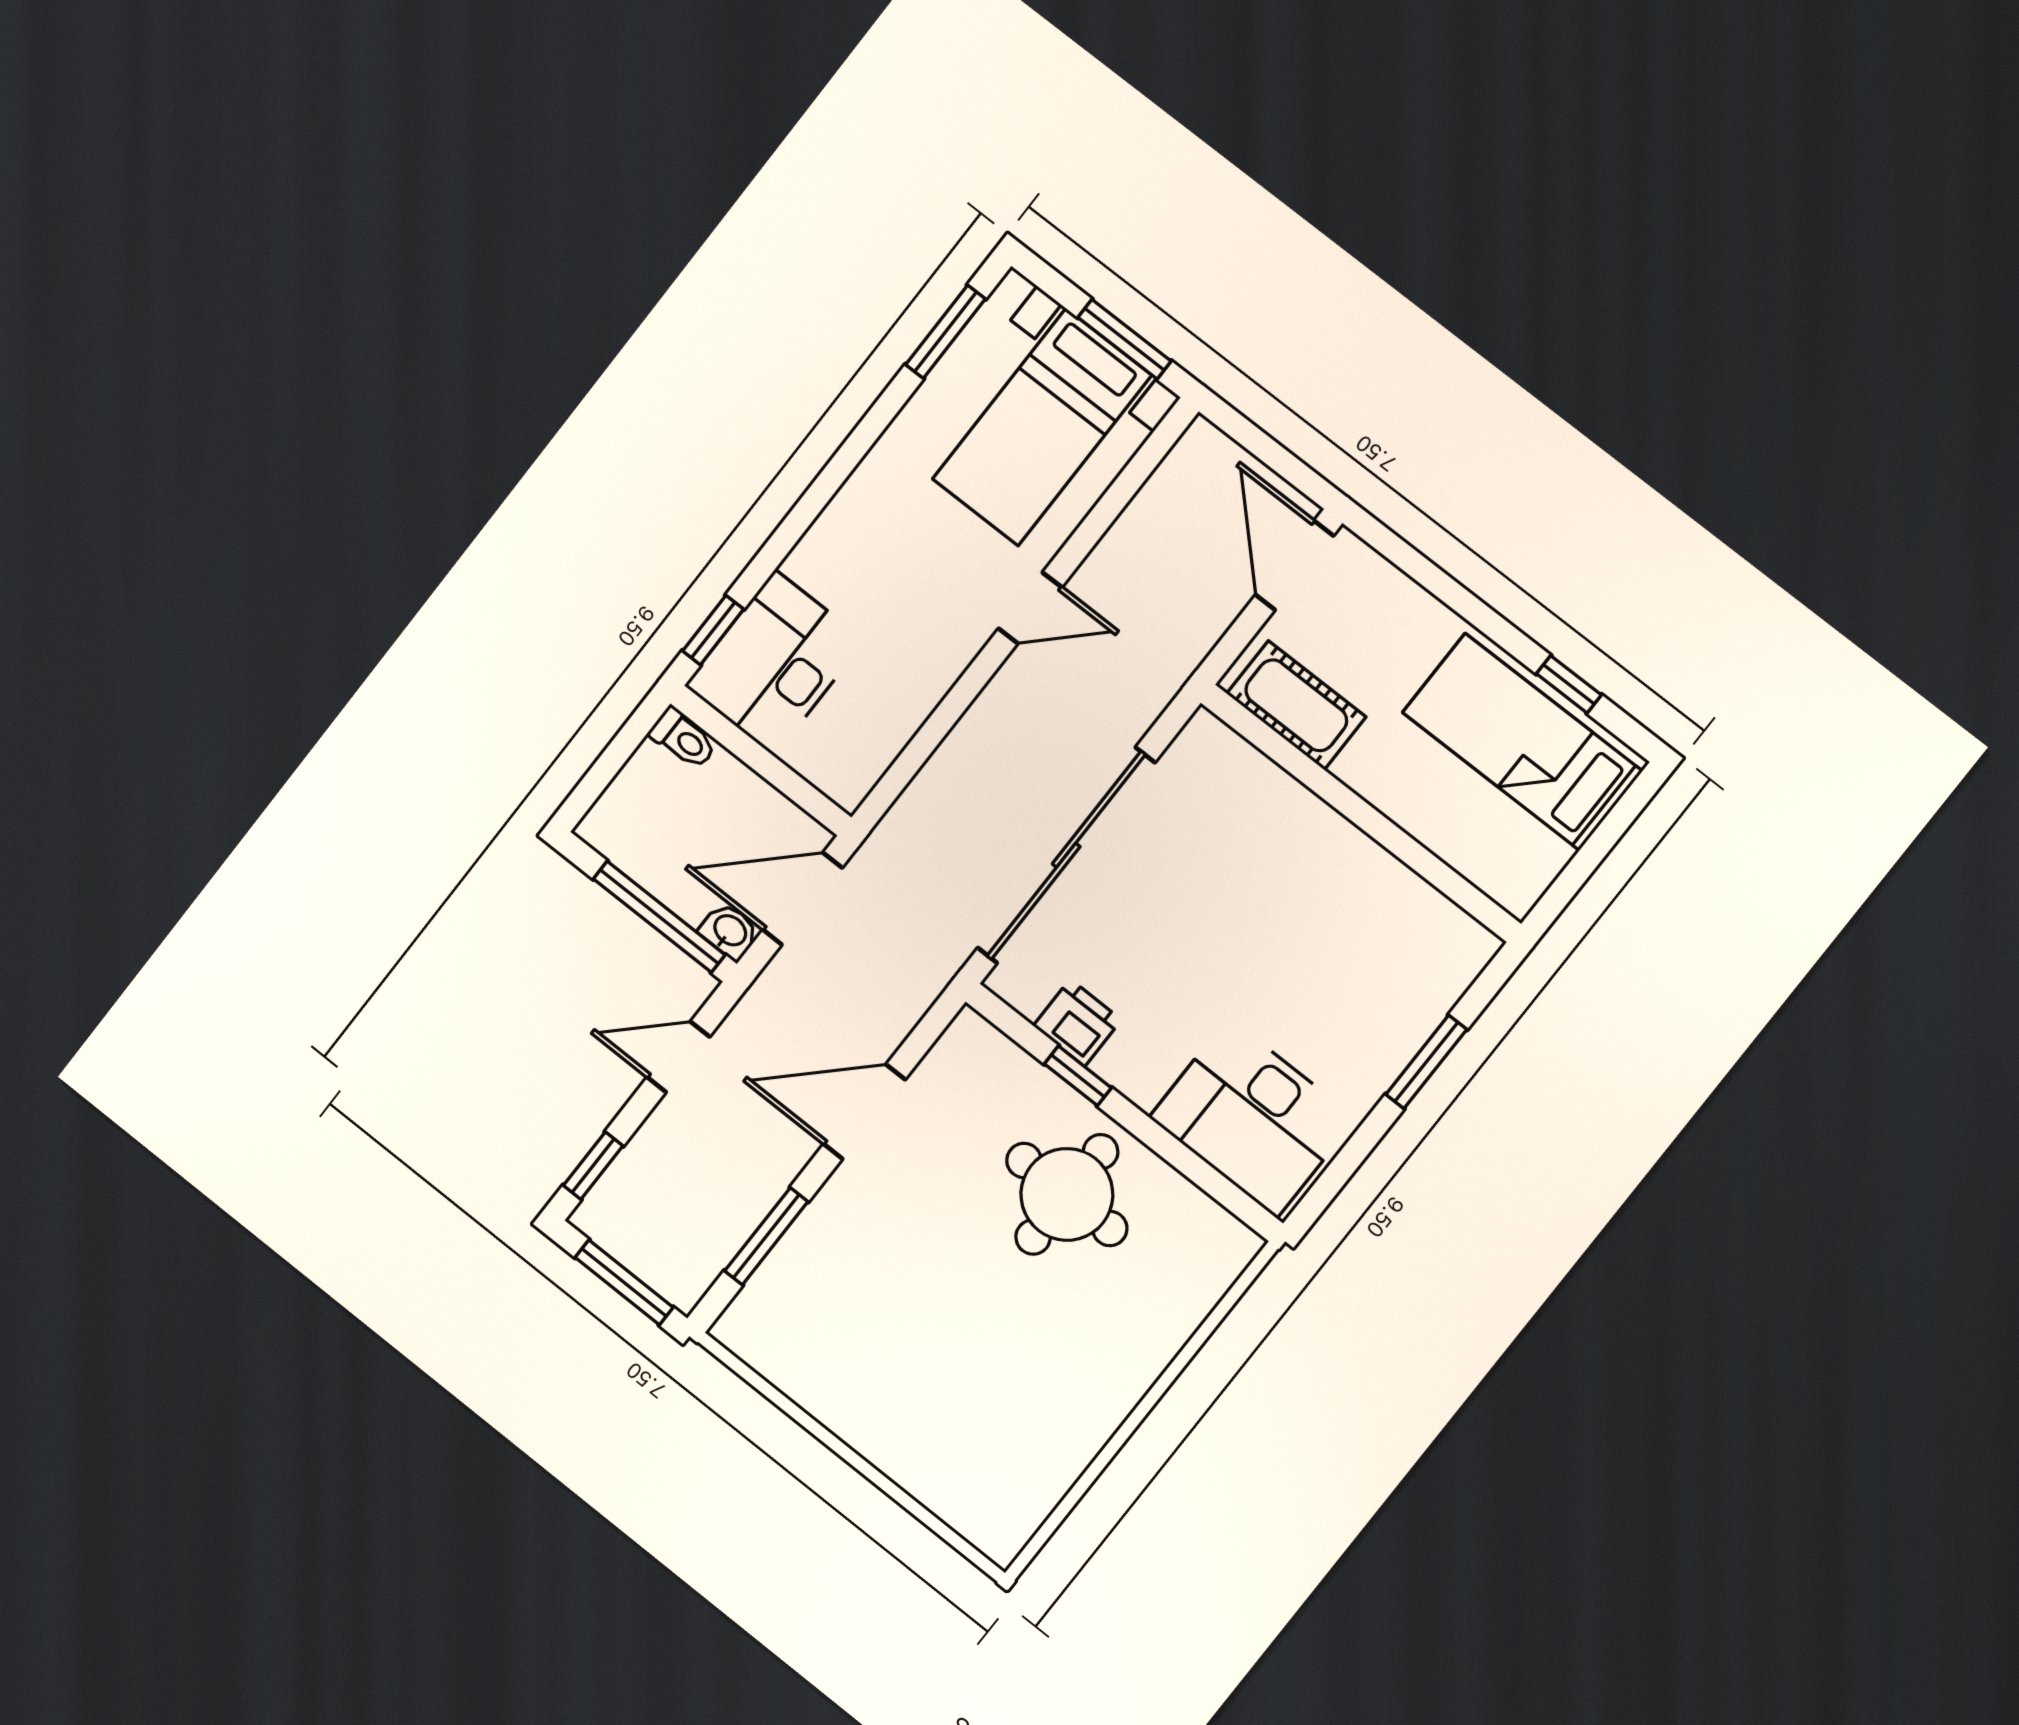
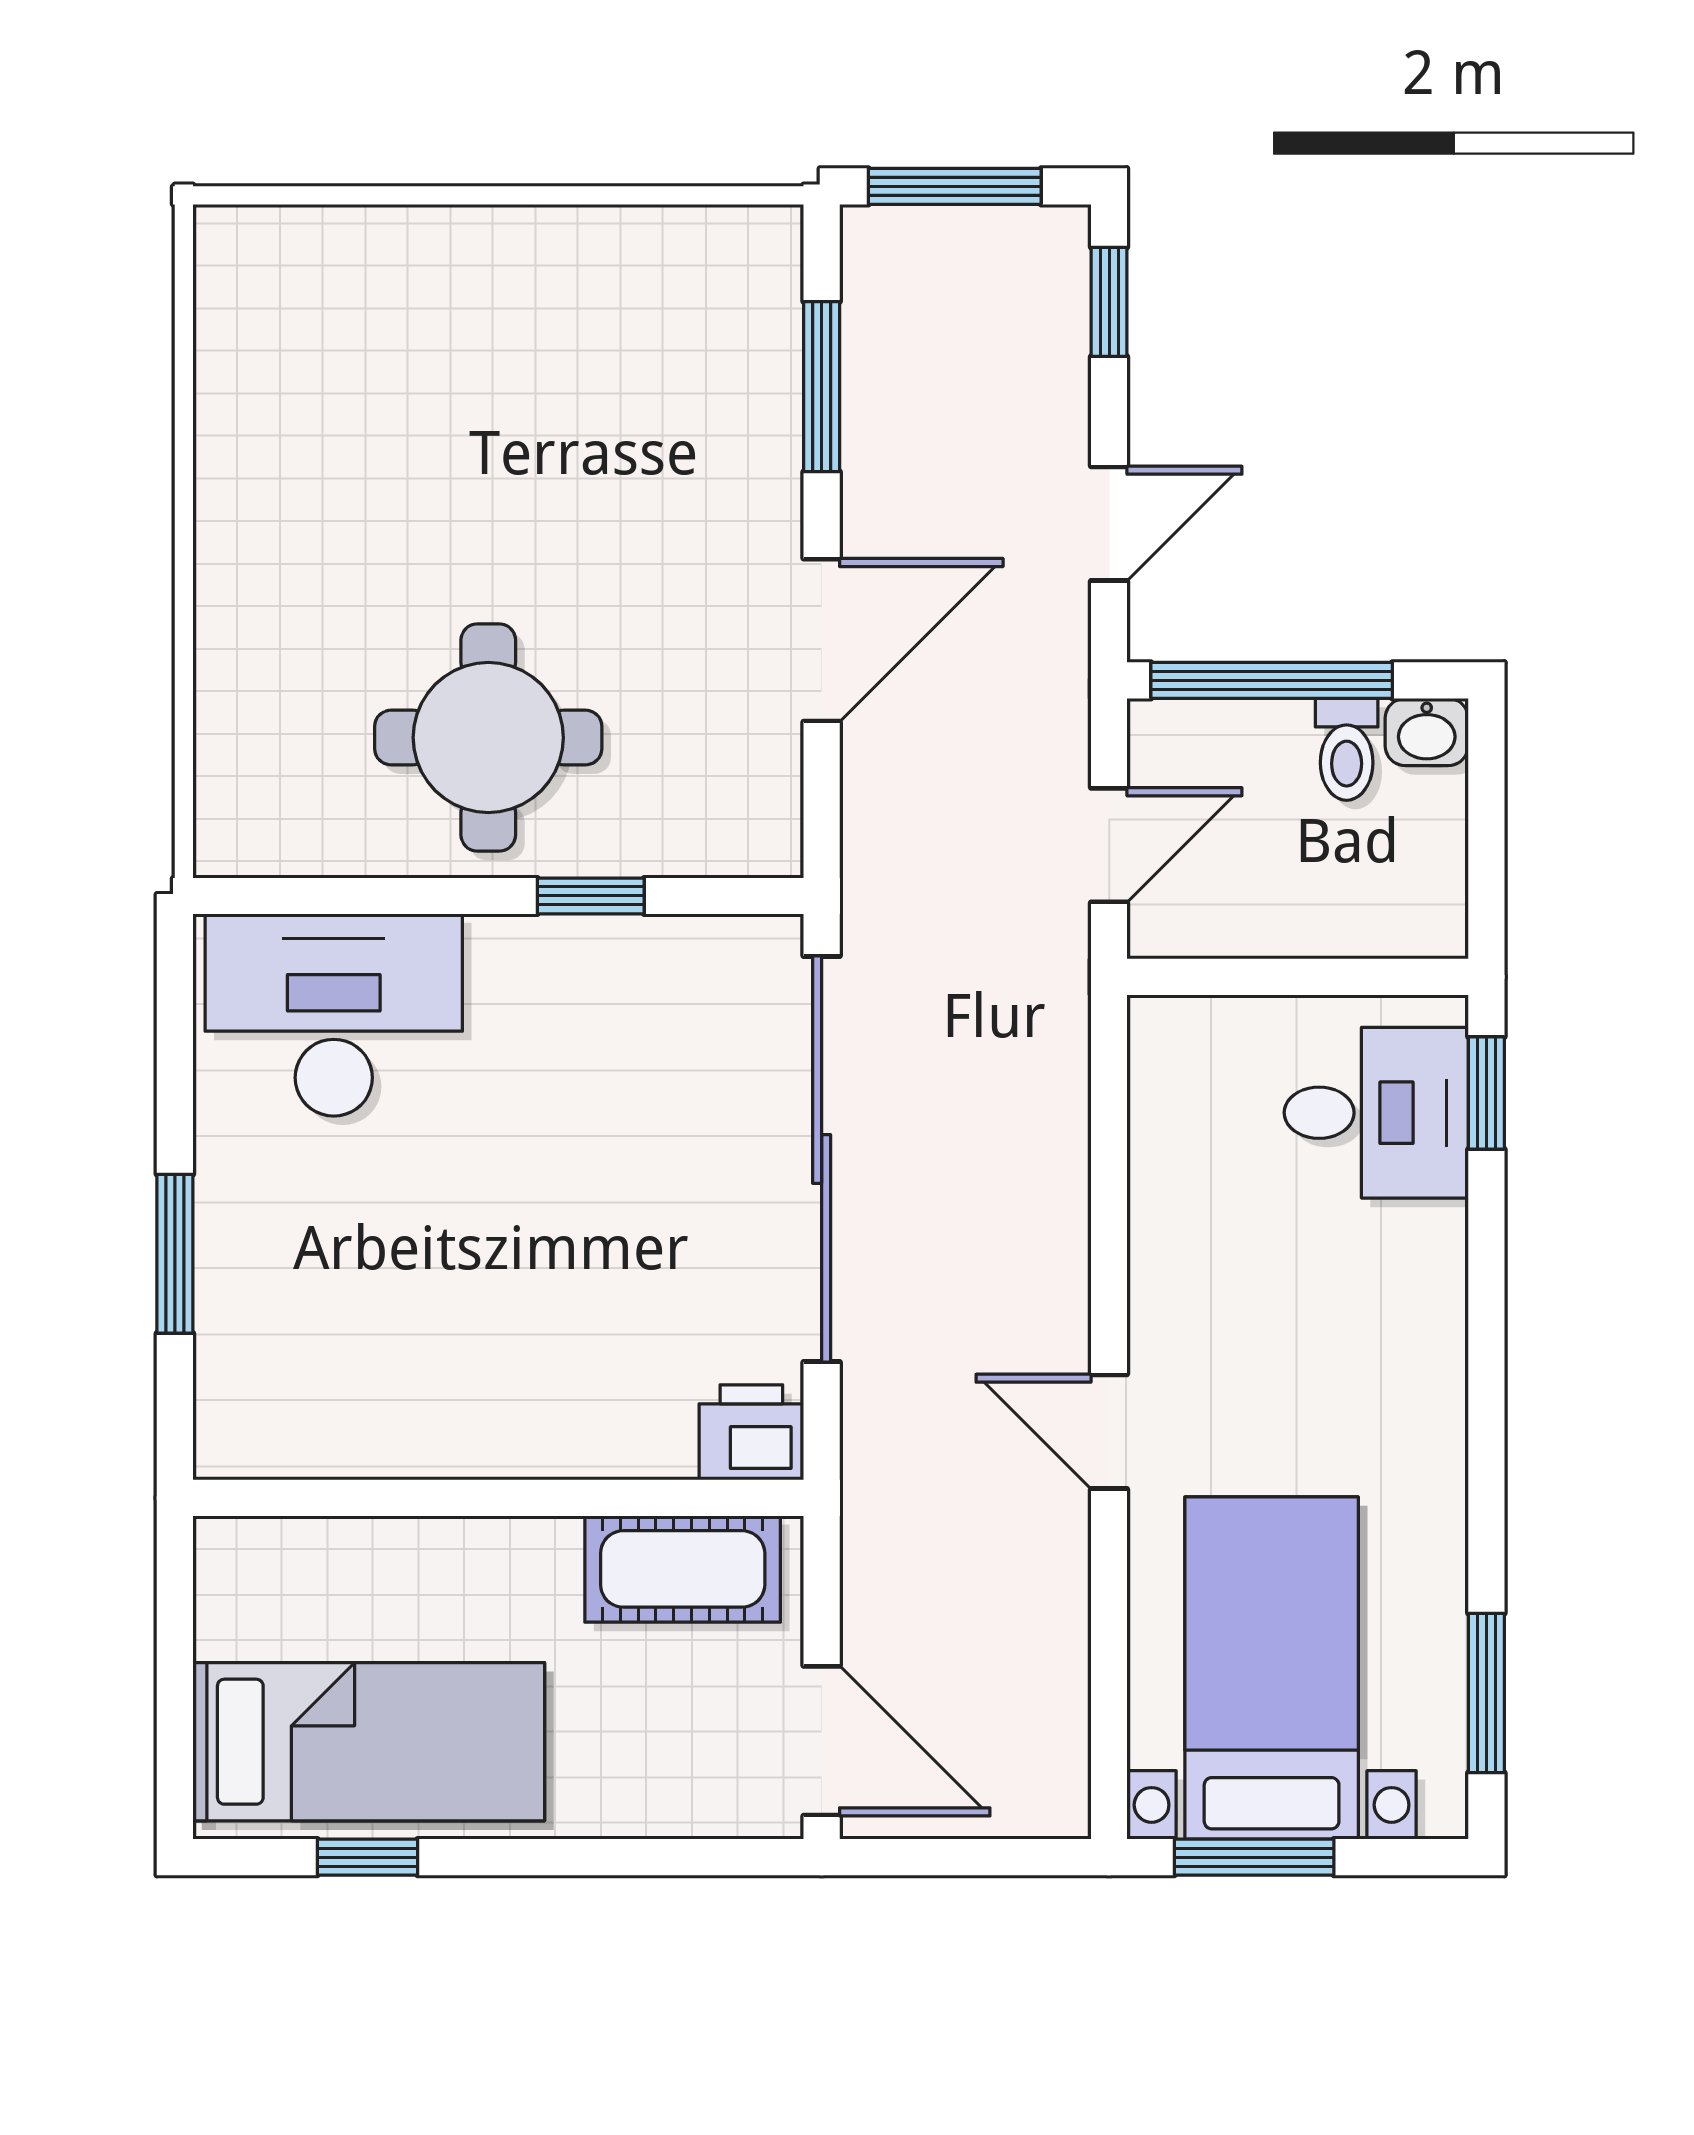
door: (1030, 608) -> (1109, 1432), hinge flipped
desk: (775, 663) -> (1376, 1113), width x0.73
toilet: (683, 738) -> (1347, 749), moved, turned -90
door: (802, 899) -> (1109, 845), width x0.73
washbasin: (729, 931) -> (1427, 732), moved
printer: (1077, 1023) -> (751, 1432), moved, turned 180

